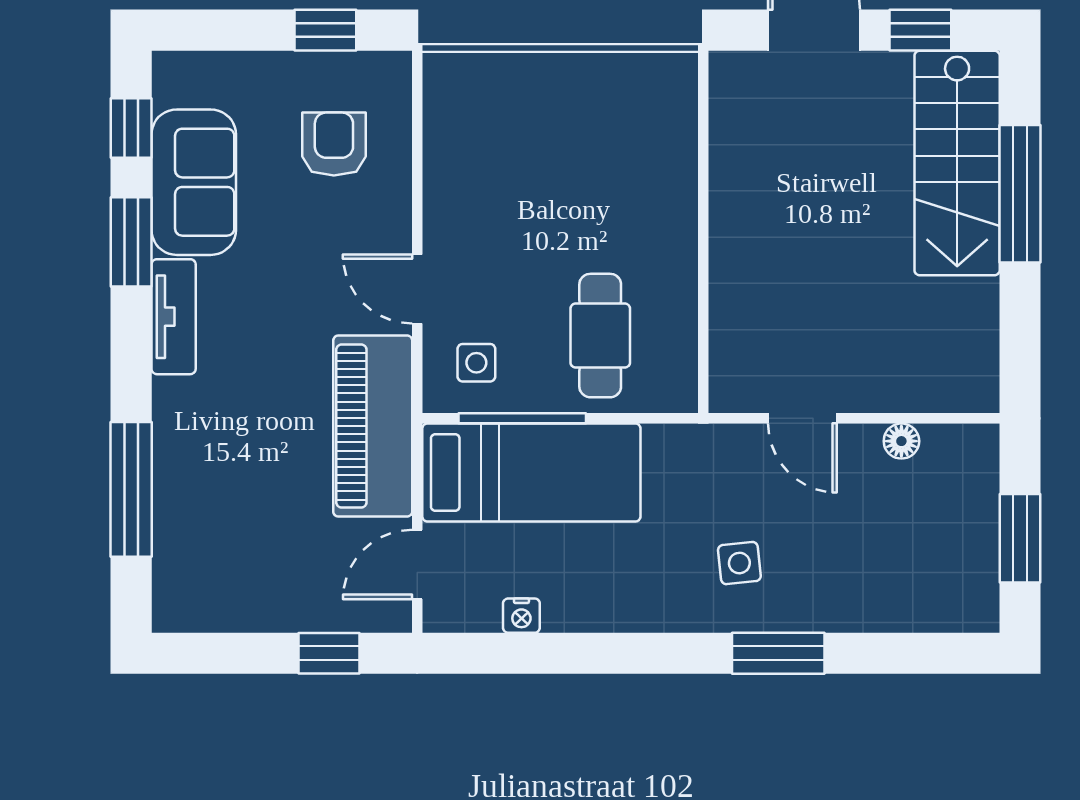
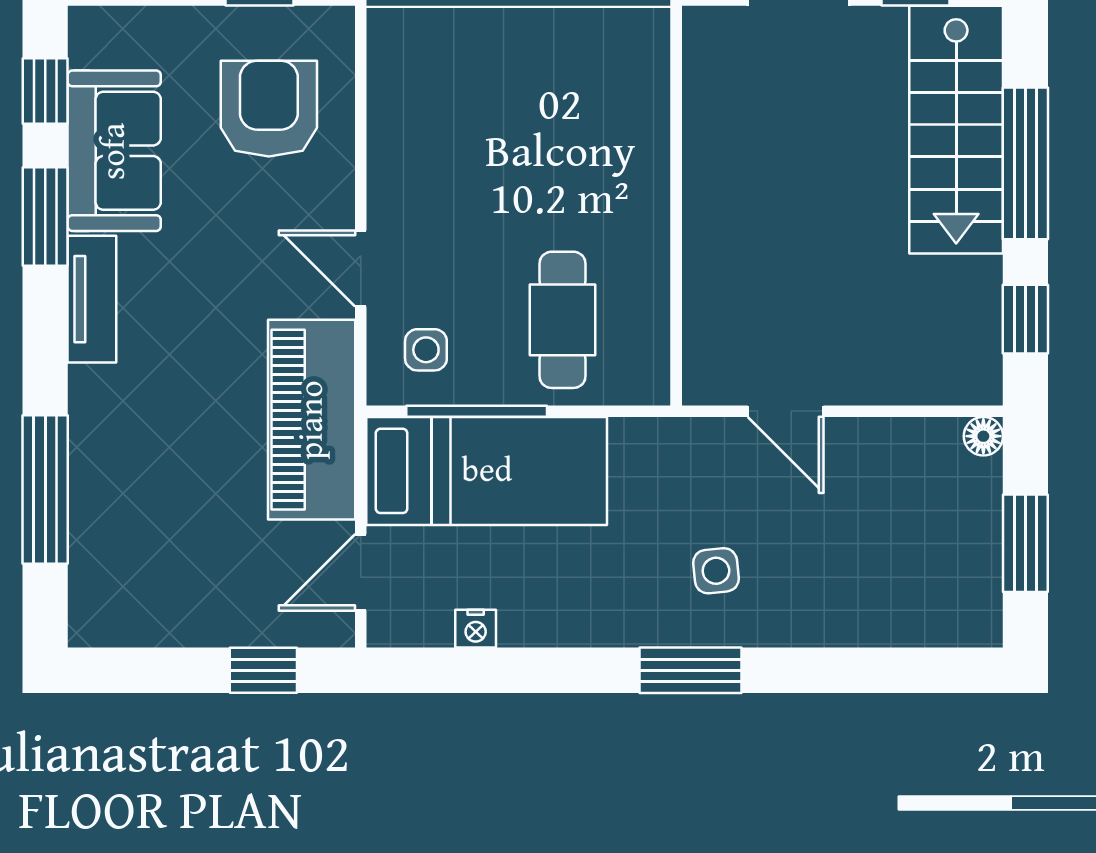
armchair: (334, 144) -> (269, 109), width x1.38, depth x1.38
window: (1020, 335) -> (1025, 319), added
floor lamp: (901, 441) -> (983, 436), moved
window: (778, 653) -> (690, 670), moved

